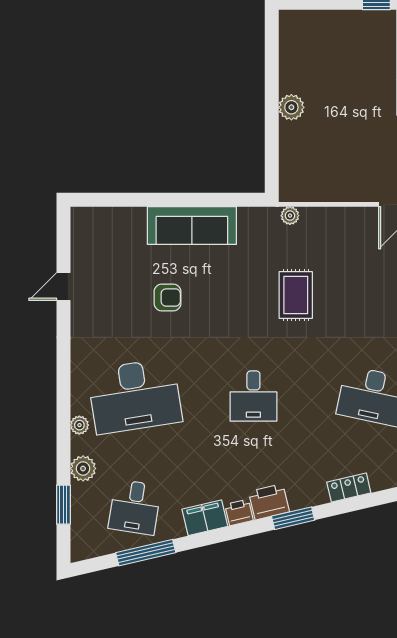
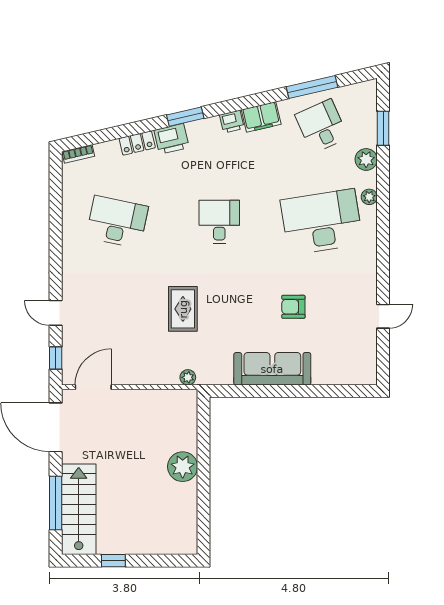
plant: (291, 107) -> (183, 467), width x1.36, depth x1.36
printer: (269, 502) -> (172, 139), moved
desk: (135, 507) -> (322, 126), turned -33

